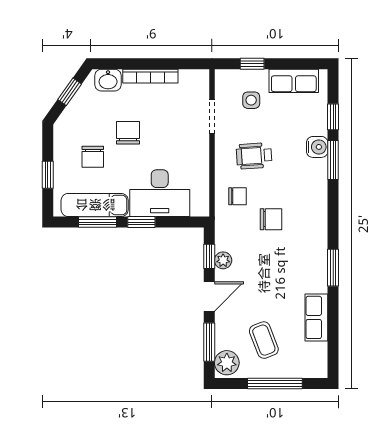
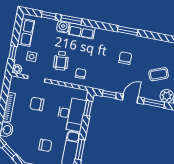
chair: (128, 133) -> (37, 104), moved
chair: (271, 219) -> (125, 58), moved
window: (141, 222) -> (88, 108), moved
plant: (223, 260) -> (17, 69), moved
door: (209, 296) -> (130, 98), hinge flipped
row of seats: (316, 317) -> (82, 31), moved

